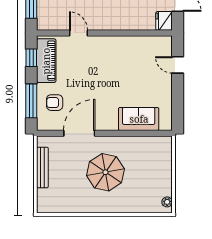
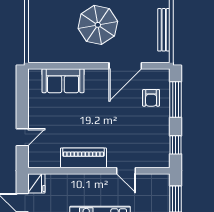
piano: (46, 61) -> (83, 158), moved, turned 90
door: (178, 65) -> (22, 137), hinge flipped
armchair: (55, 103) -> (151, 98), turned 90

